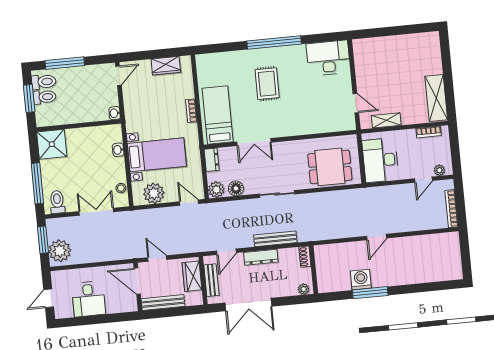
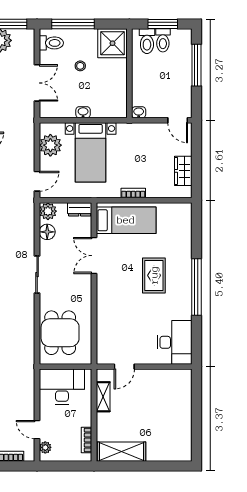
toilet: (44, 82) -> (147, 41), moved
rug: (267, 84) -> (154, 275), turned 90
washbasin: (118, 150) -> (83, 112), moved
stool: (121, 188) -> (80, 66), moved

